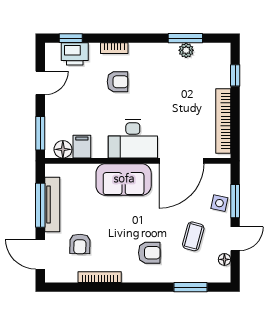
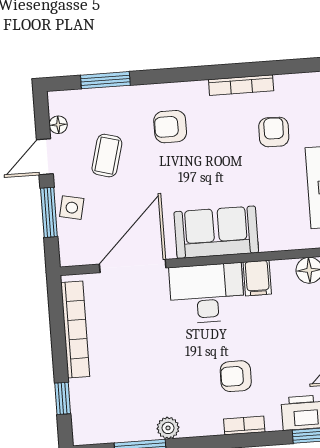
plant: (186, 50) -> (168, 428), moved
filing cabinet: (82, 147) -> (257, 278), moved

